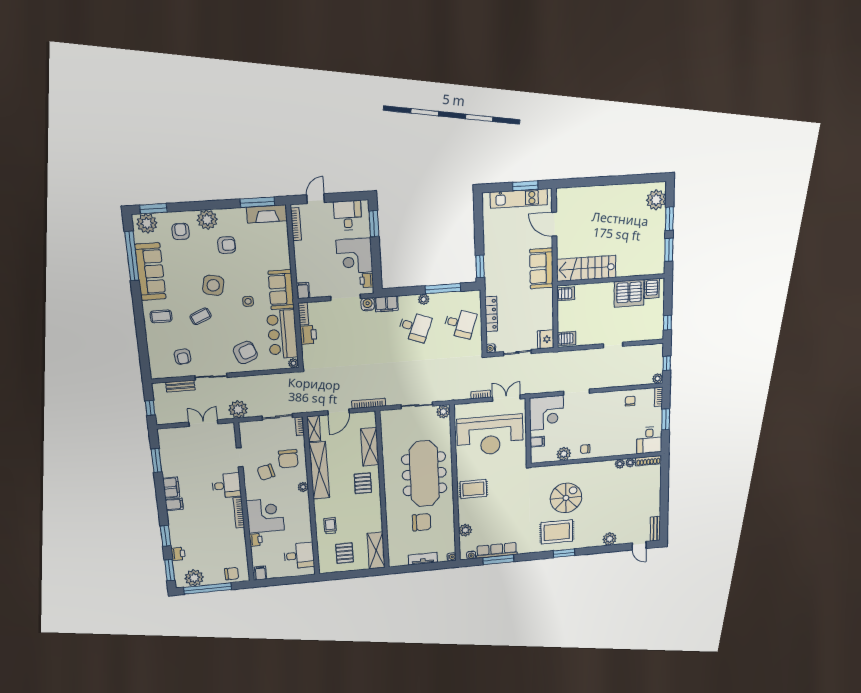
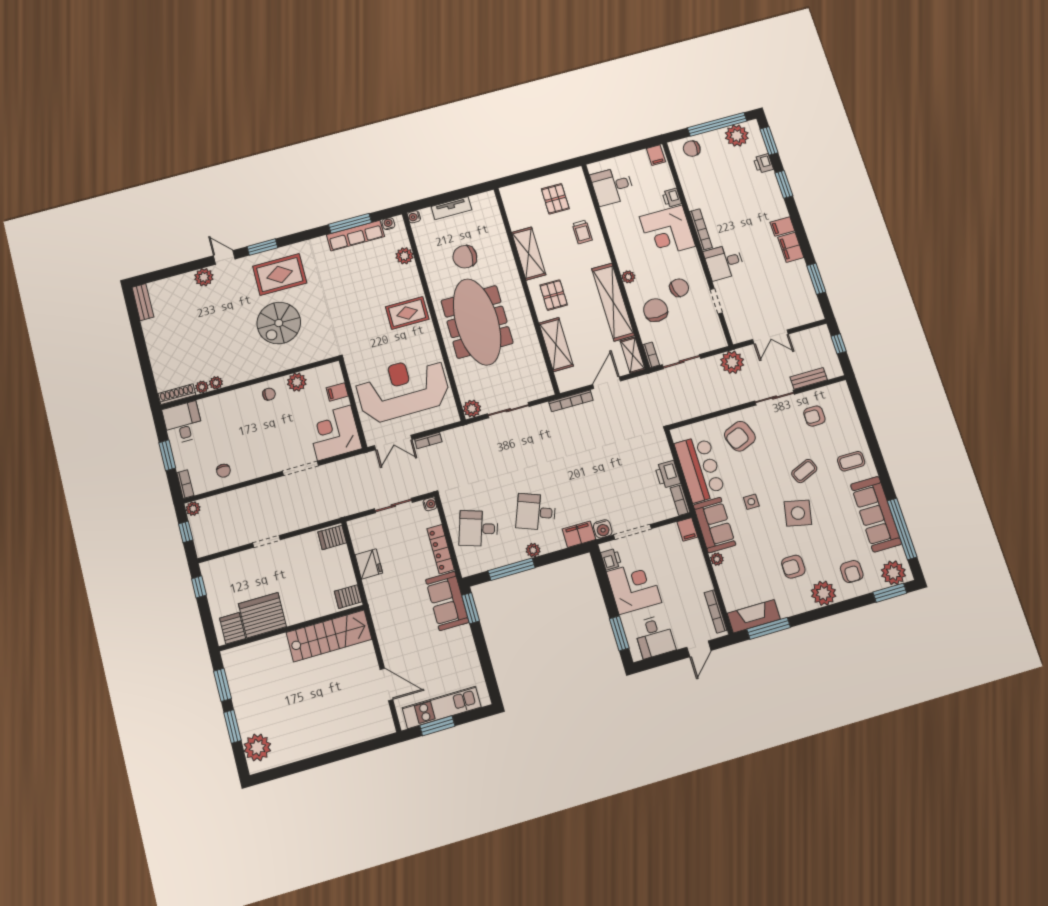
sofa: (541, 268) -> (447, 601), moved, turned 180
fridge: (546, 339) -> (369, 564), moved
armchair: (183, 357) -> (814, 416), turned -84
plant: (293, 363) -> (717, 559), moved
door: (639, 546) -> (224, 257), moved
shelving: (376, 550) -> (529, 253), moved

